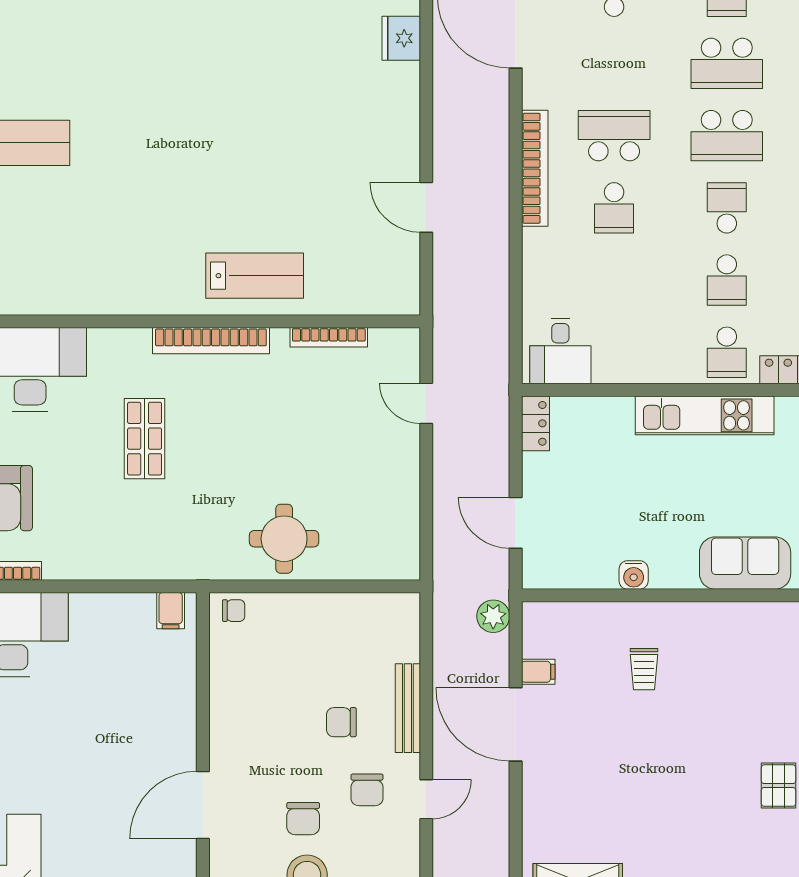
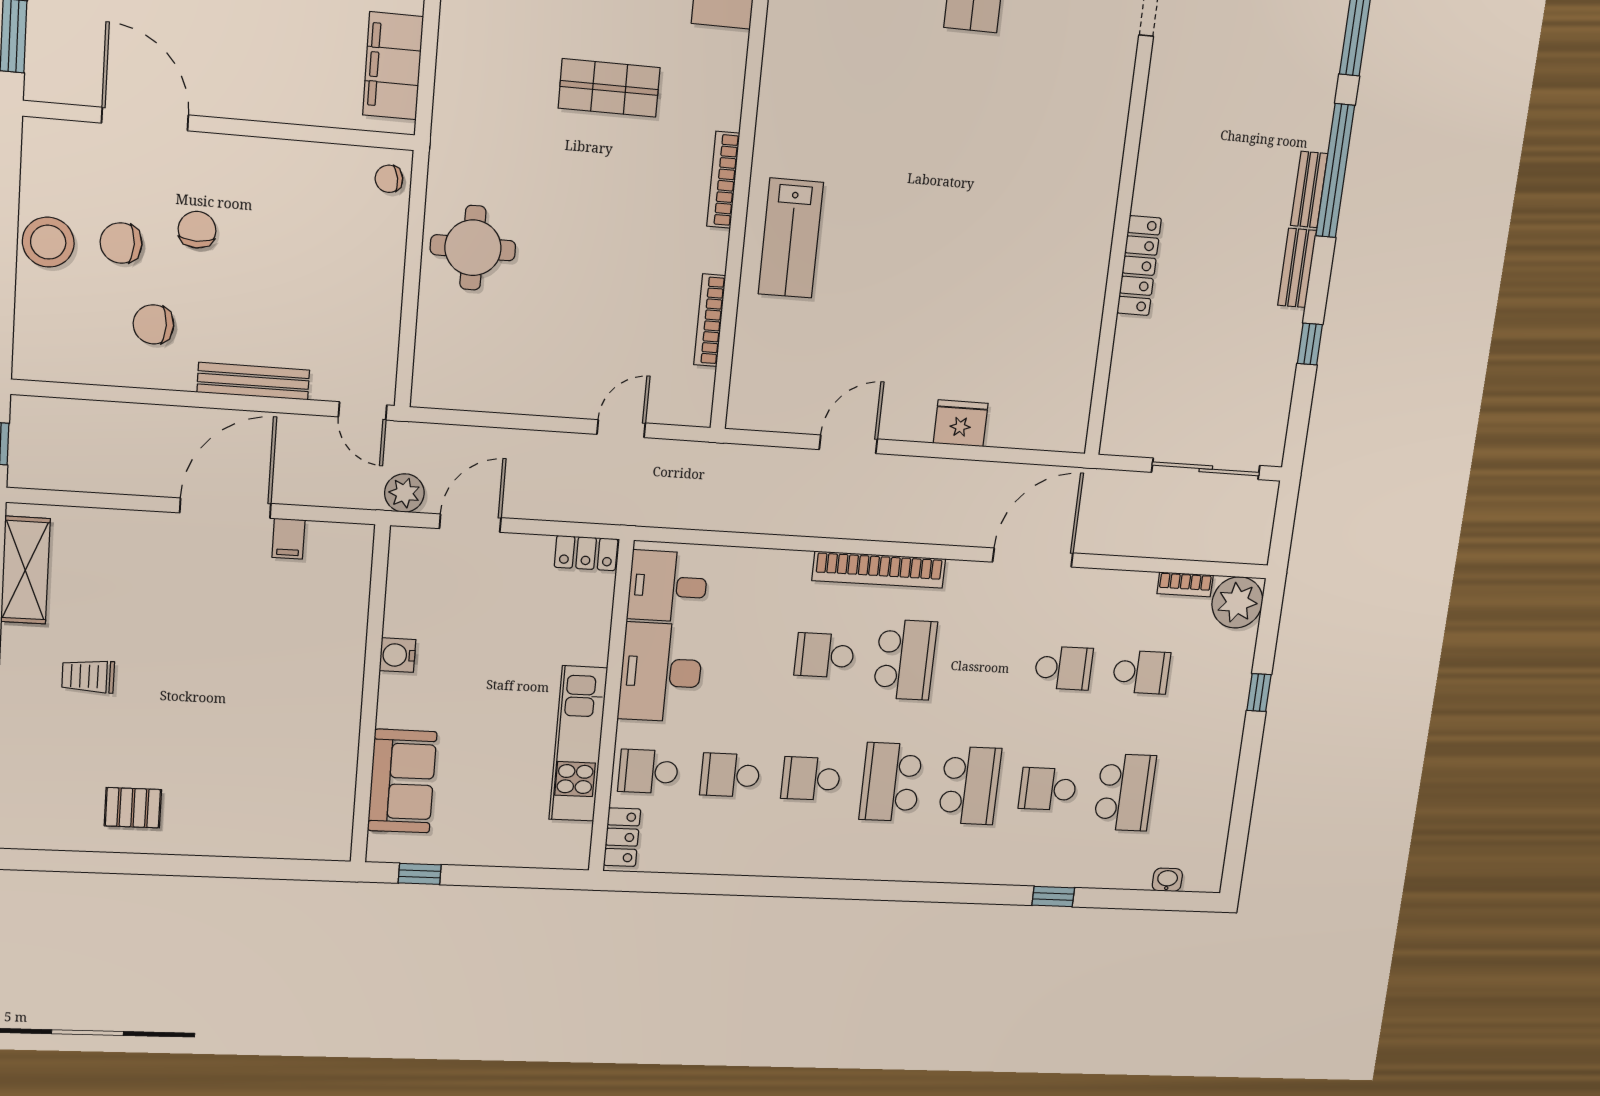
fridge: (401, 38) -> (961, 423), moved
school desk: (727, 63) -> (970, 786), turned 180
school desk: (727, 208) -> (811, 779), turned 180
bookcase: (211, 341) -> (723, 180), width x0.68, depth x0.76
desk: (637, 350) -> (661, 672), added
filing cabinet: (171, 611) -> (393, 66), width x3.00, depth x1.17
chair: (234, 611) -> (389, 179), turned 81
plant: (493, 616) -> (404, 493), moved
trolley: (644, 669) -> (88, 676), moved
chair: (341, 722) -> (197, 230), moved
door: (426, 799) -> (363, 411), moved

